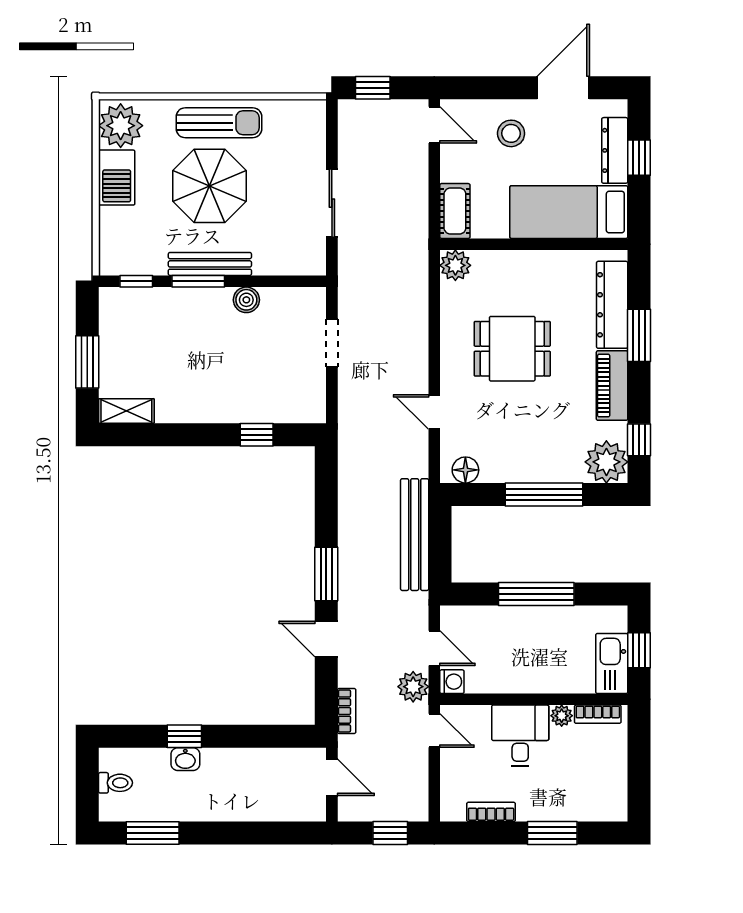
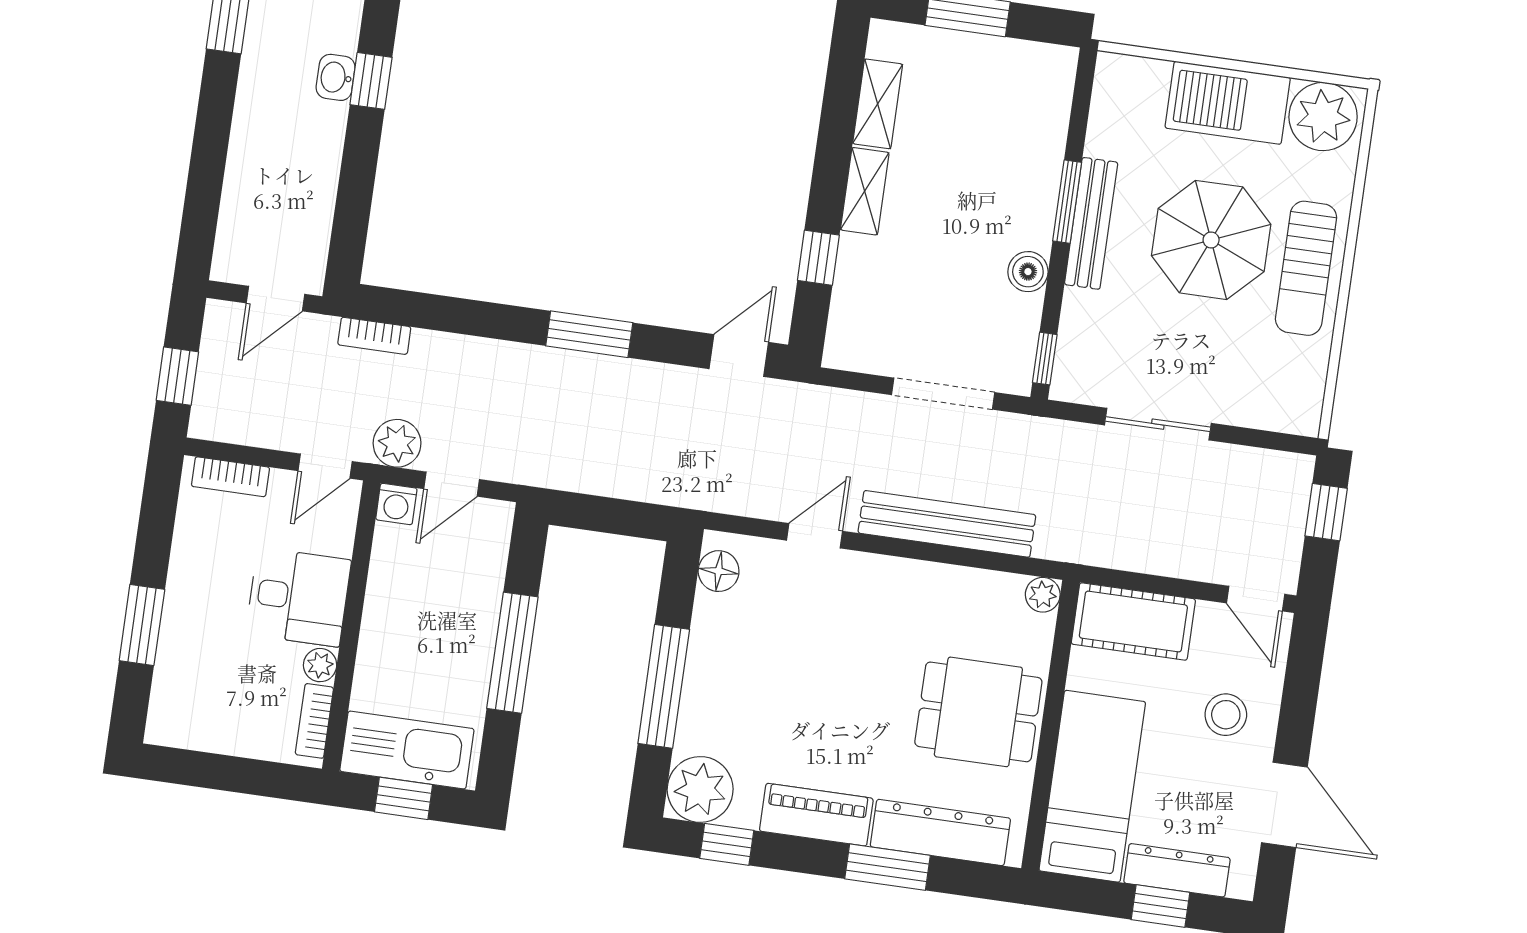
door: (434, 125) -> (1256, 599), hinge flipped
barbecue: (117, 178) -> (1228, 103), width x1.37, depth x1.21
cot: (455, 211) -> (1133, 622), width x1.37, depth x1.34
plant: (455, 265) -> (1043, 595), width x0.73, depth x0.73
window: (136, 281) -> (1045, 359), moved
doorway: (332, 343) -> (943, 394), width x1.38
dining table: (512, 349) -> (978, 712), moved, turned 90
shelving: (126, 411) -> (878, 104), moved
shelving: (210, 411) -> (865, 191), added
bench: (415, 535) -> (947, 524), moved
door: (326, 639) -> (739, 356), moved
kitchen sink: (612, 663) -> (407, 750), width x1.36, depth x1.24
bookcase: (491, 812) -> (230, 477), moved, turned 90

